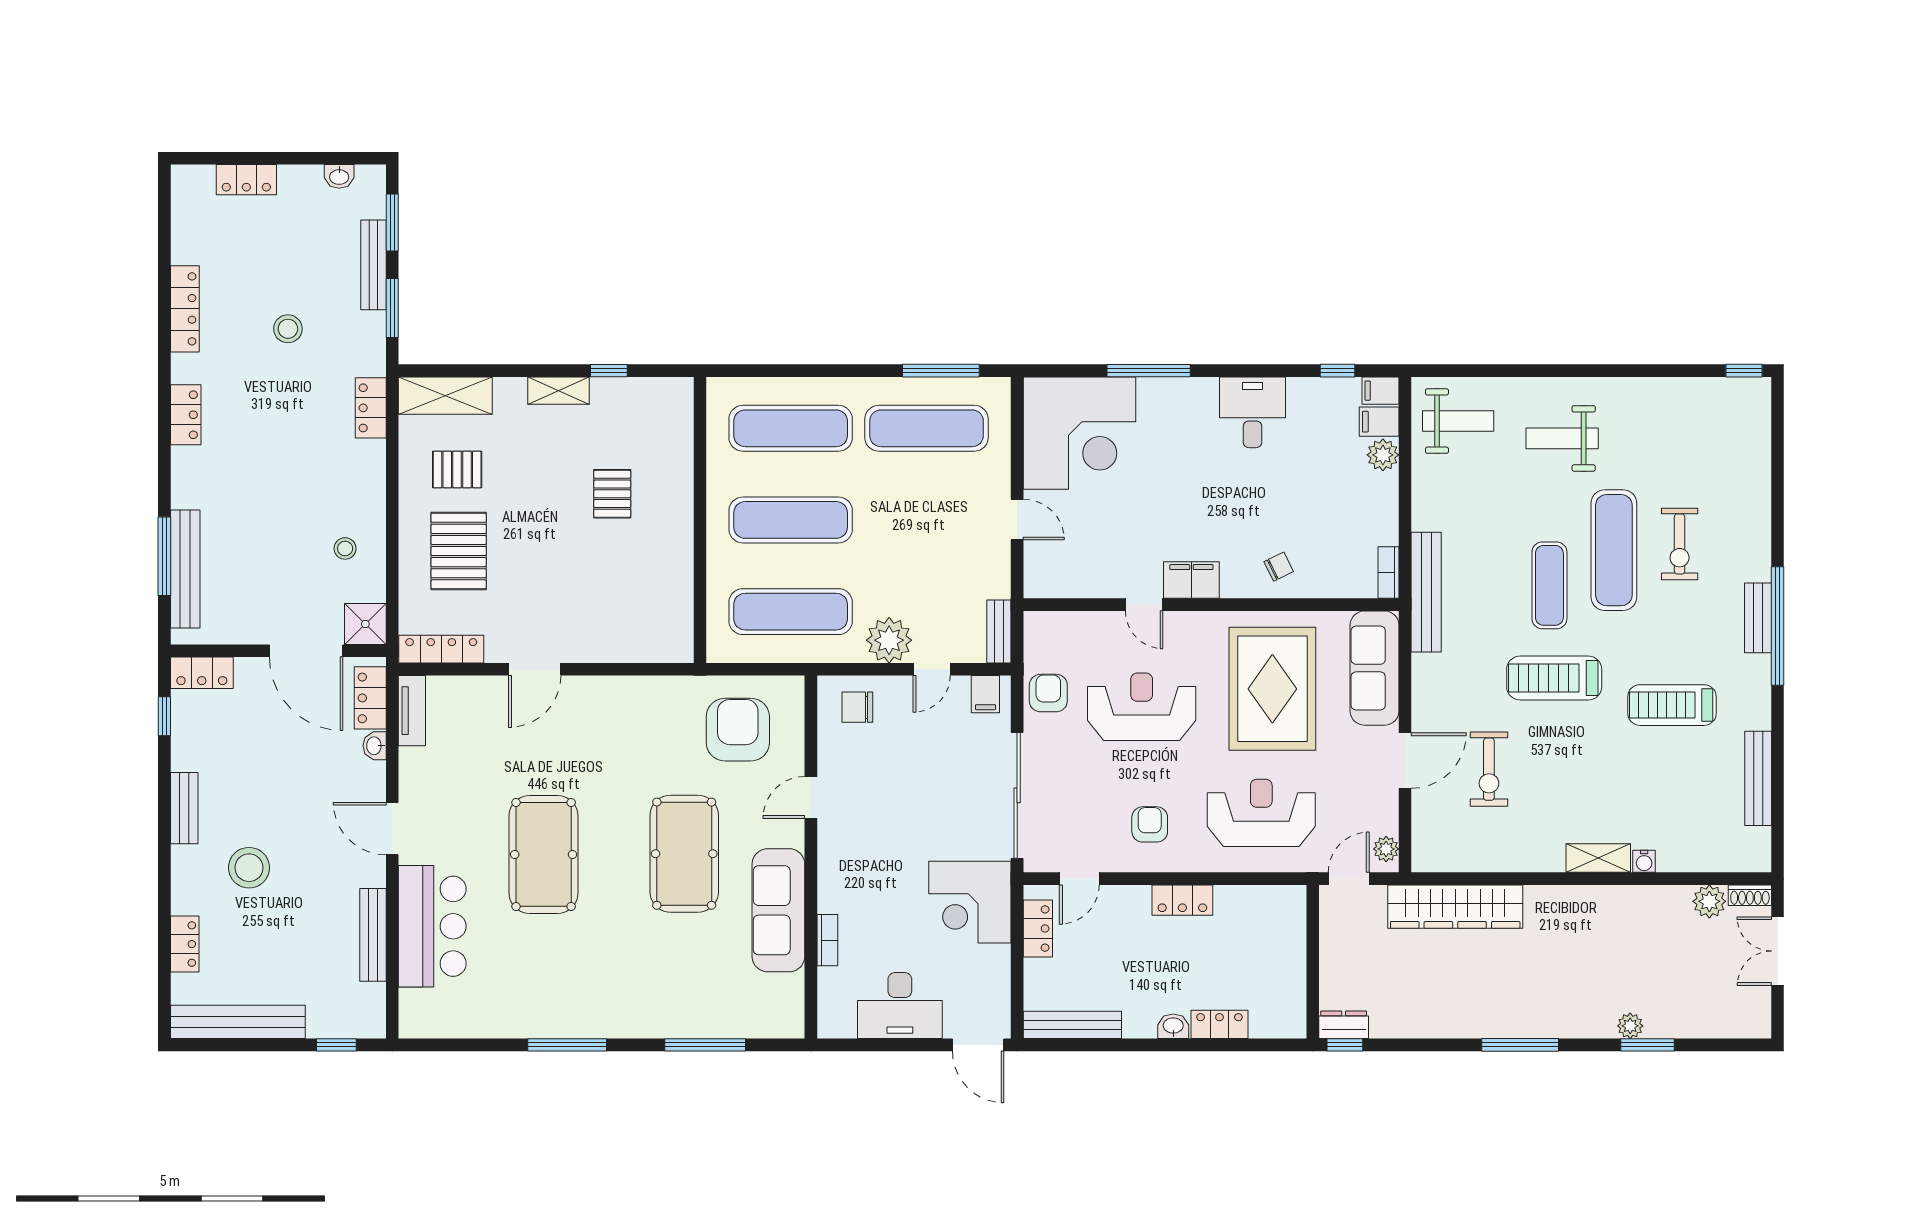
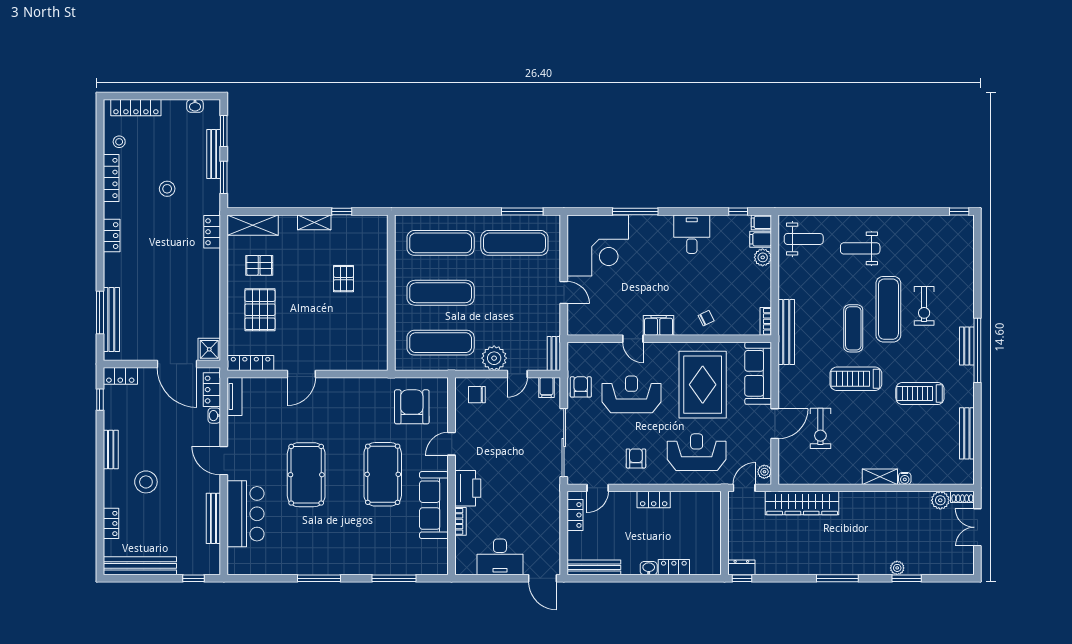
locker: (246, 180) -> (136, 108), width x1.53
stool: (345, 548) -> (119, 142), moved
printer: (841, 879) -> (468, 488), added
corner desk: (970, 902) -> (538, 501), removed

